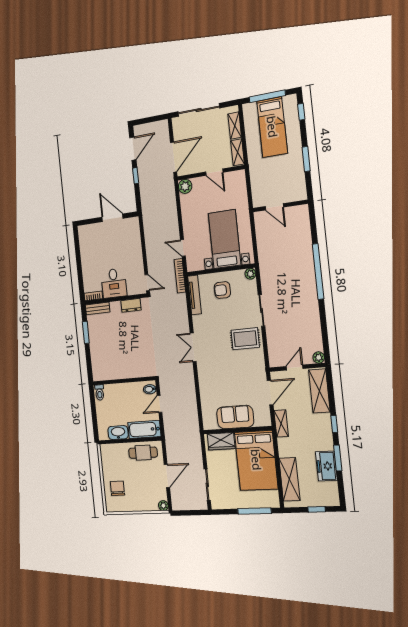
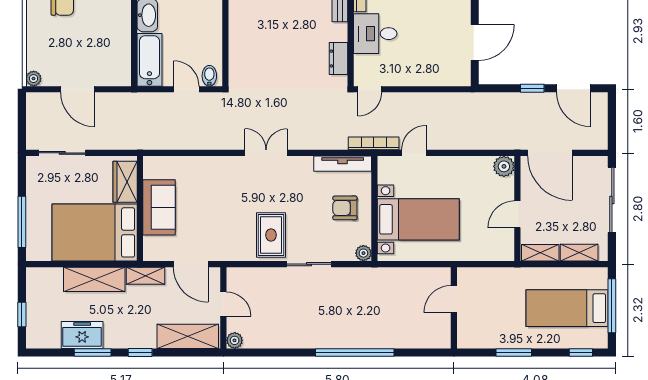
armchair: (222, 290) -> (345, 208), turned -90
cafe table: (143, 453) -> (114, 54), removed
shelving: (289, 479) -> (94, 279), moved

